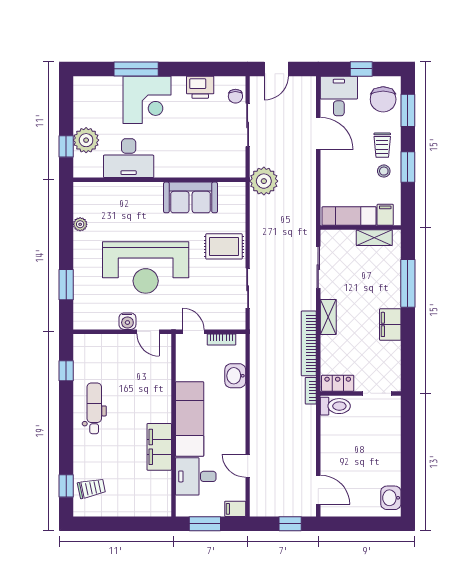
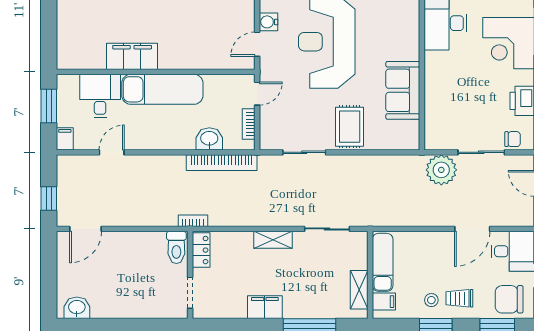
chair: (235, 96) -> (513, 139), turned 180
plant: (264, 181) -> (441, 170), moved
bookcase: (309, 343) -> (222, 163), moved, turned 180

